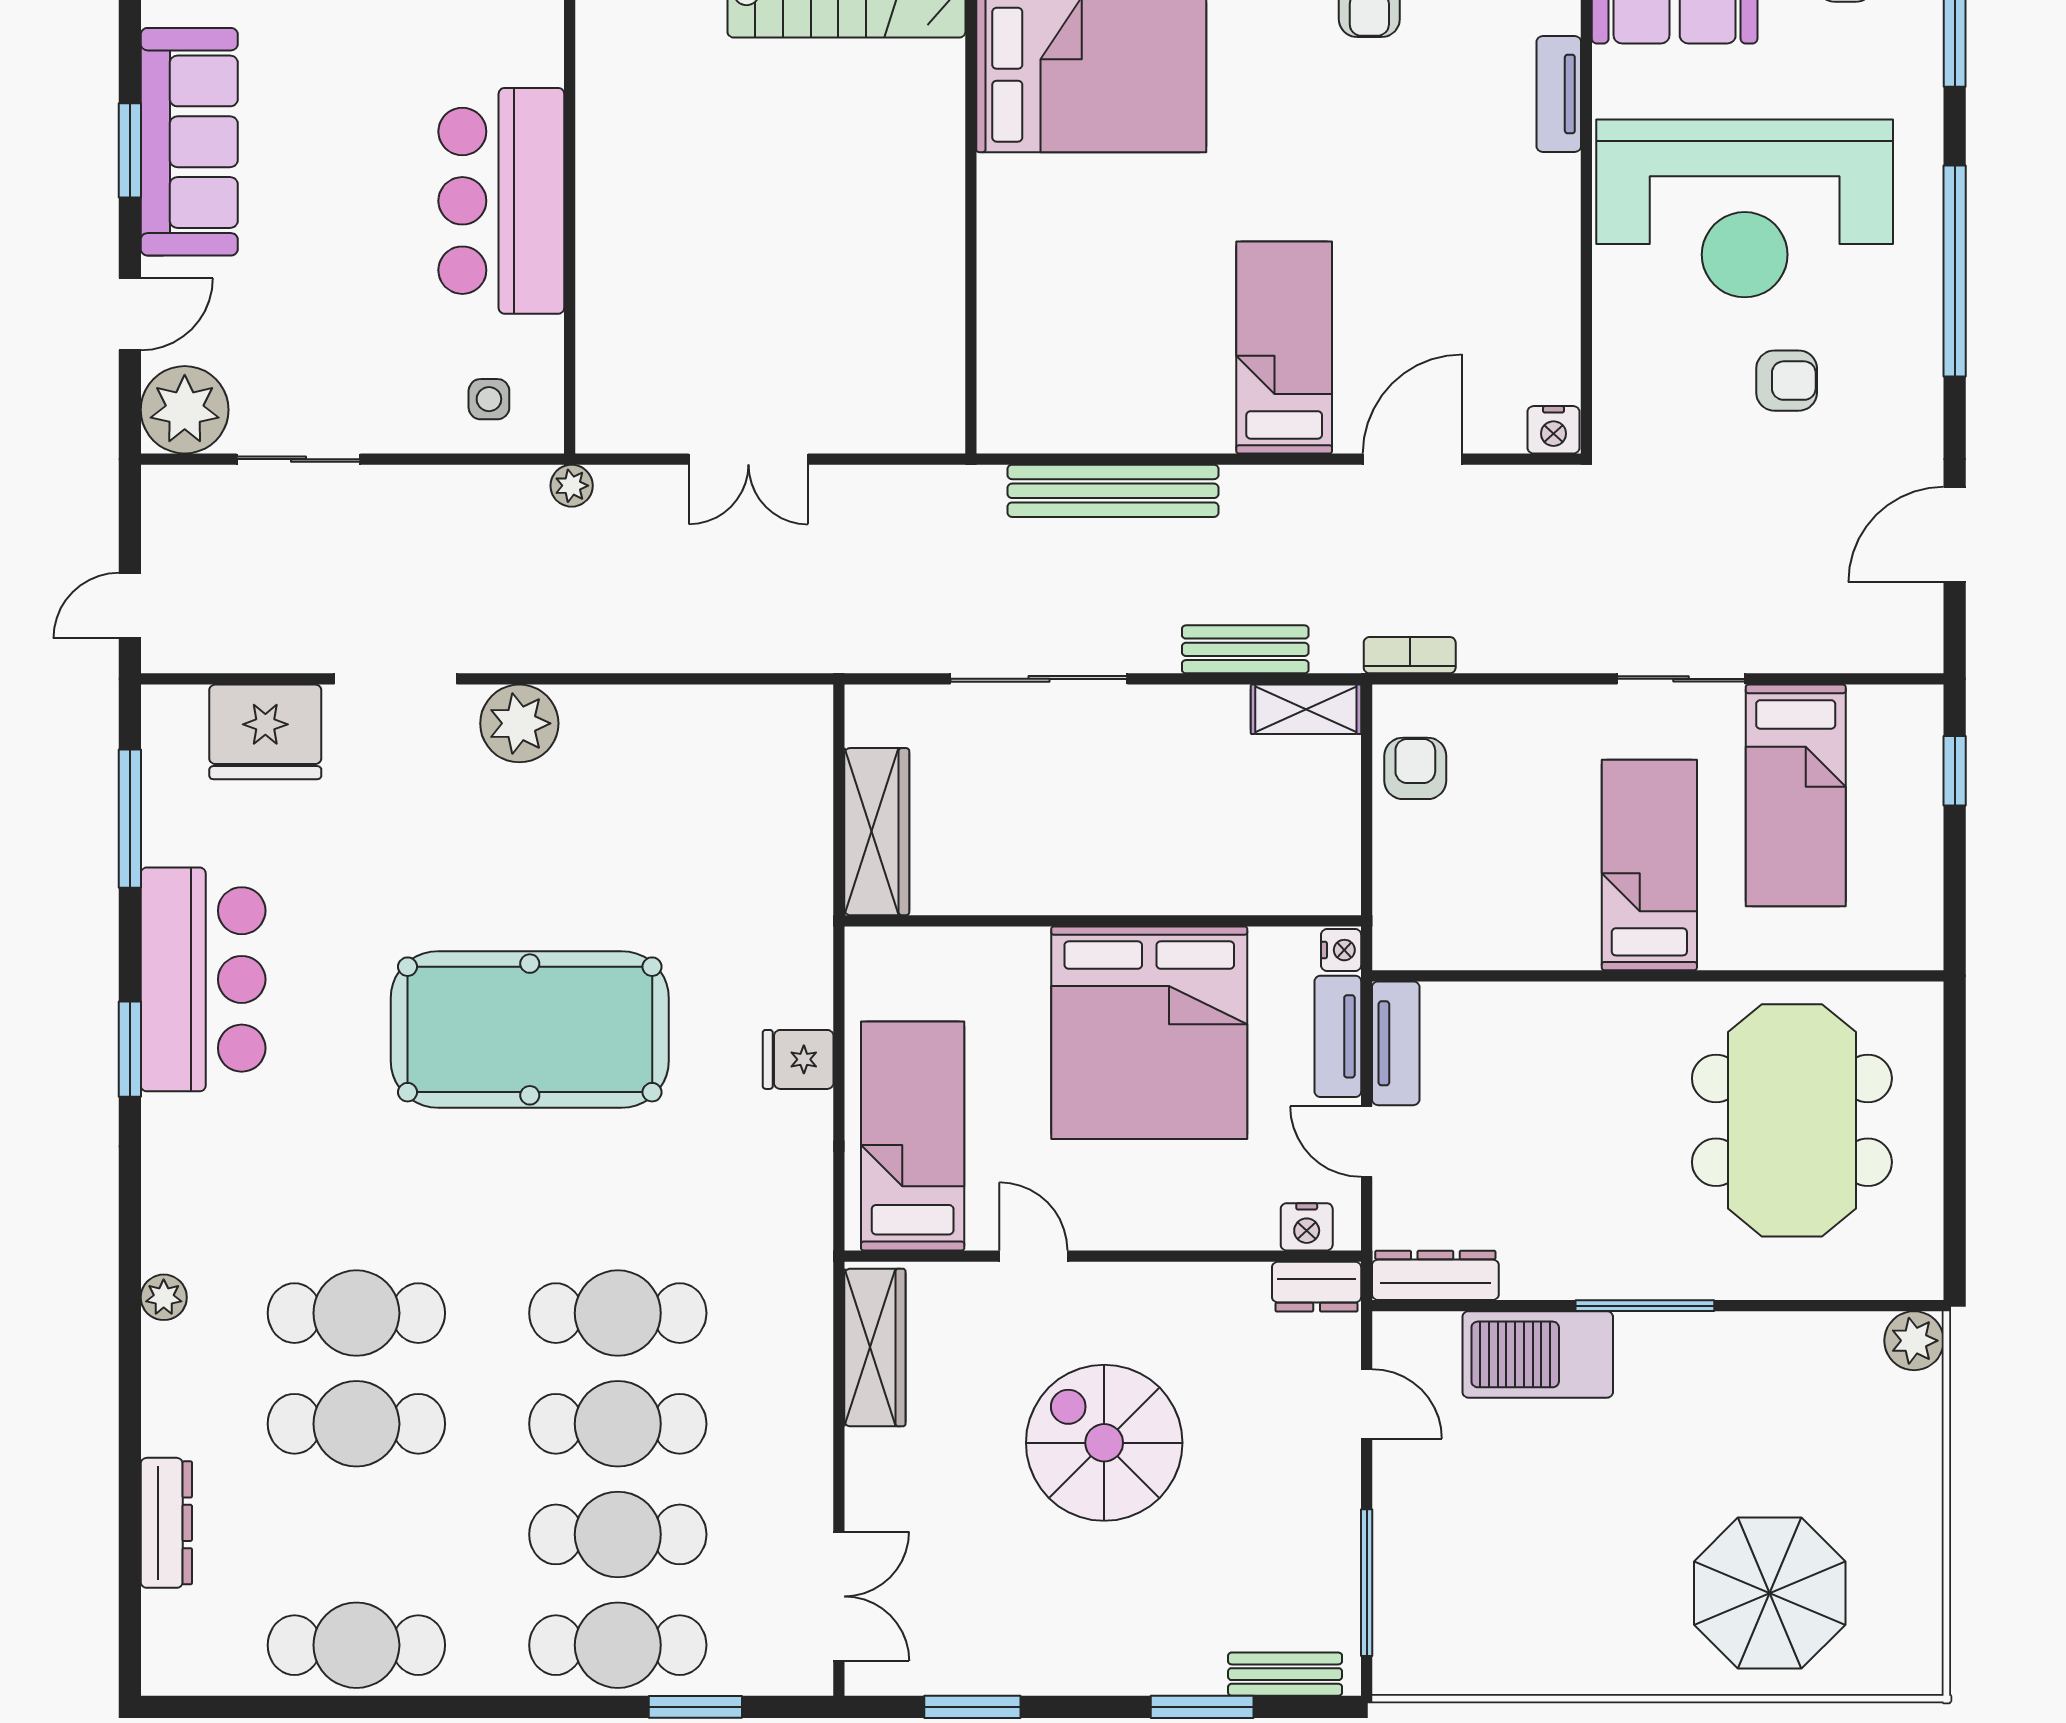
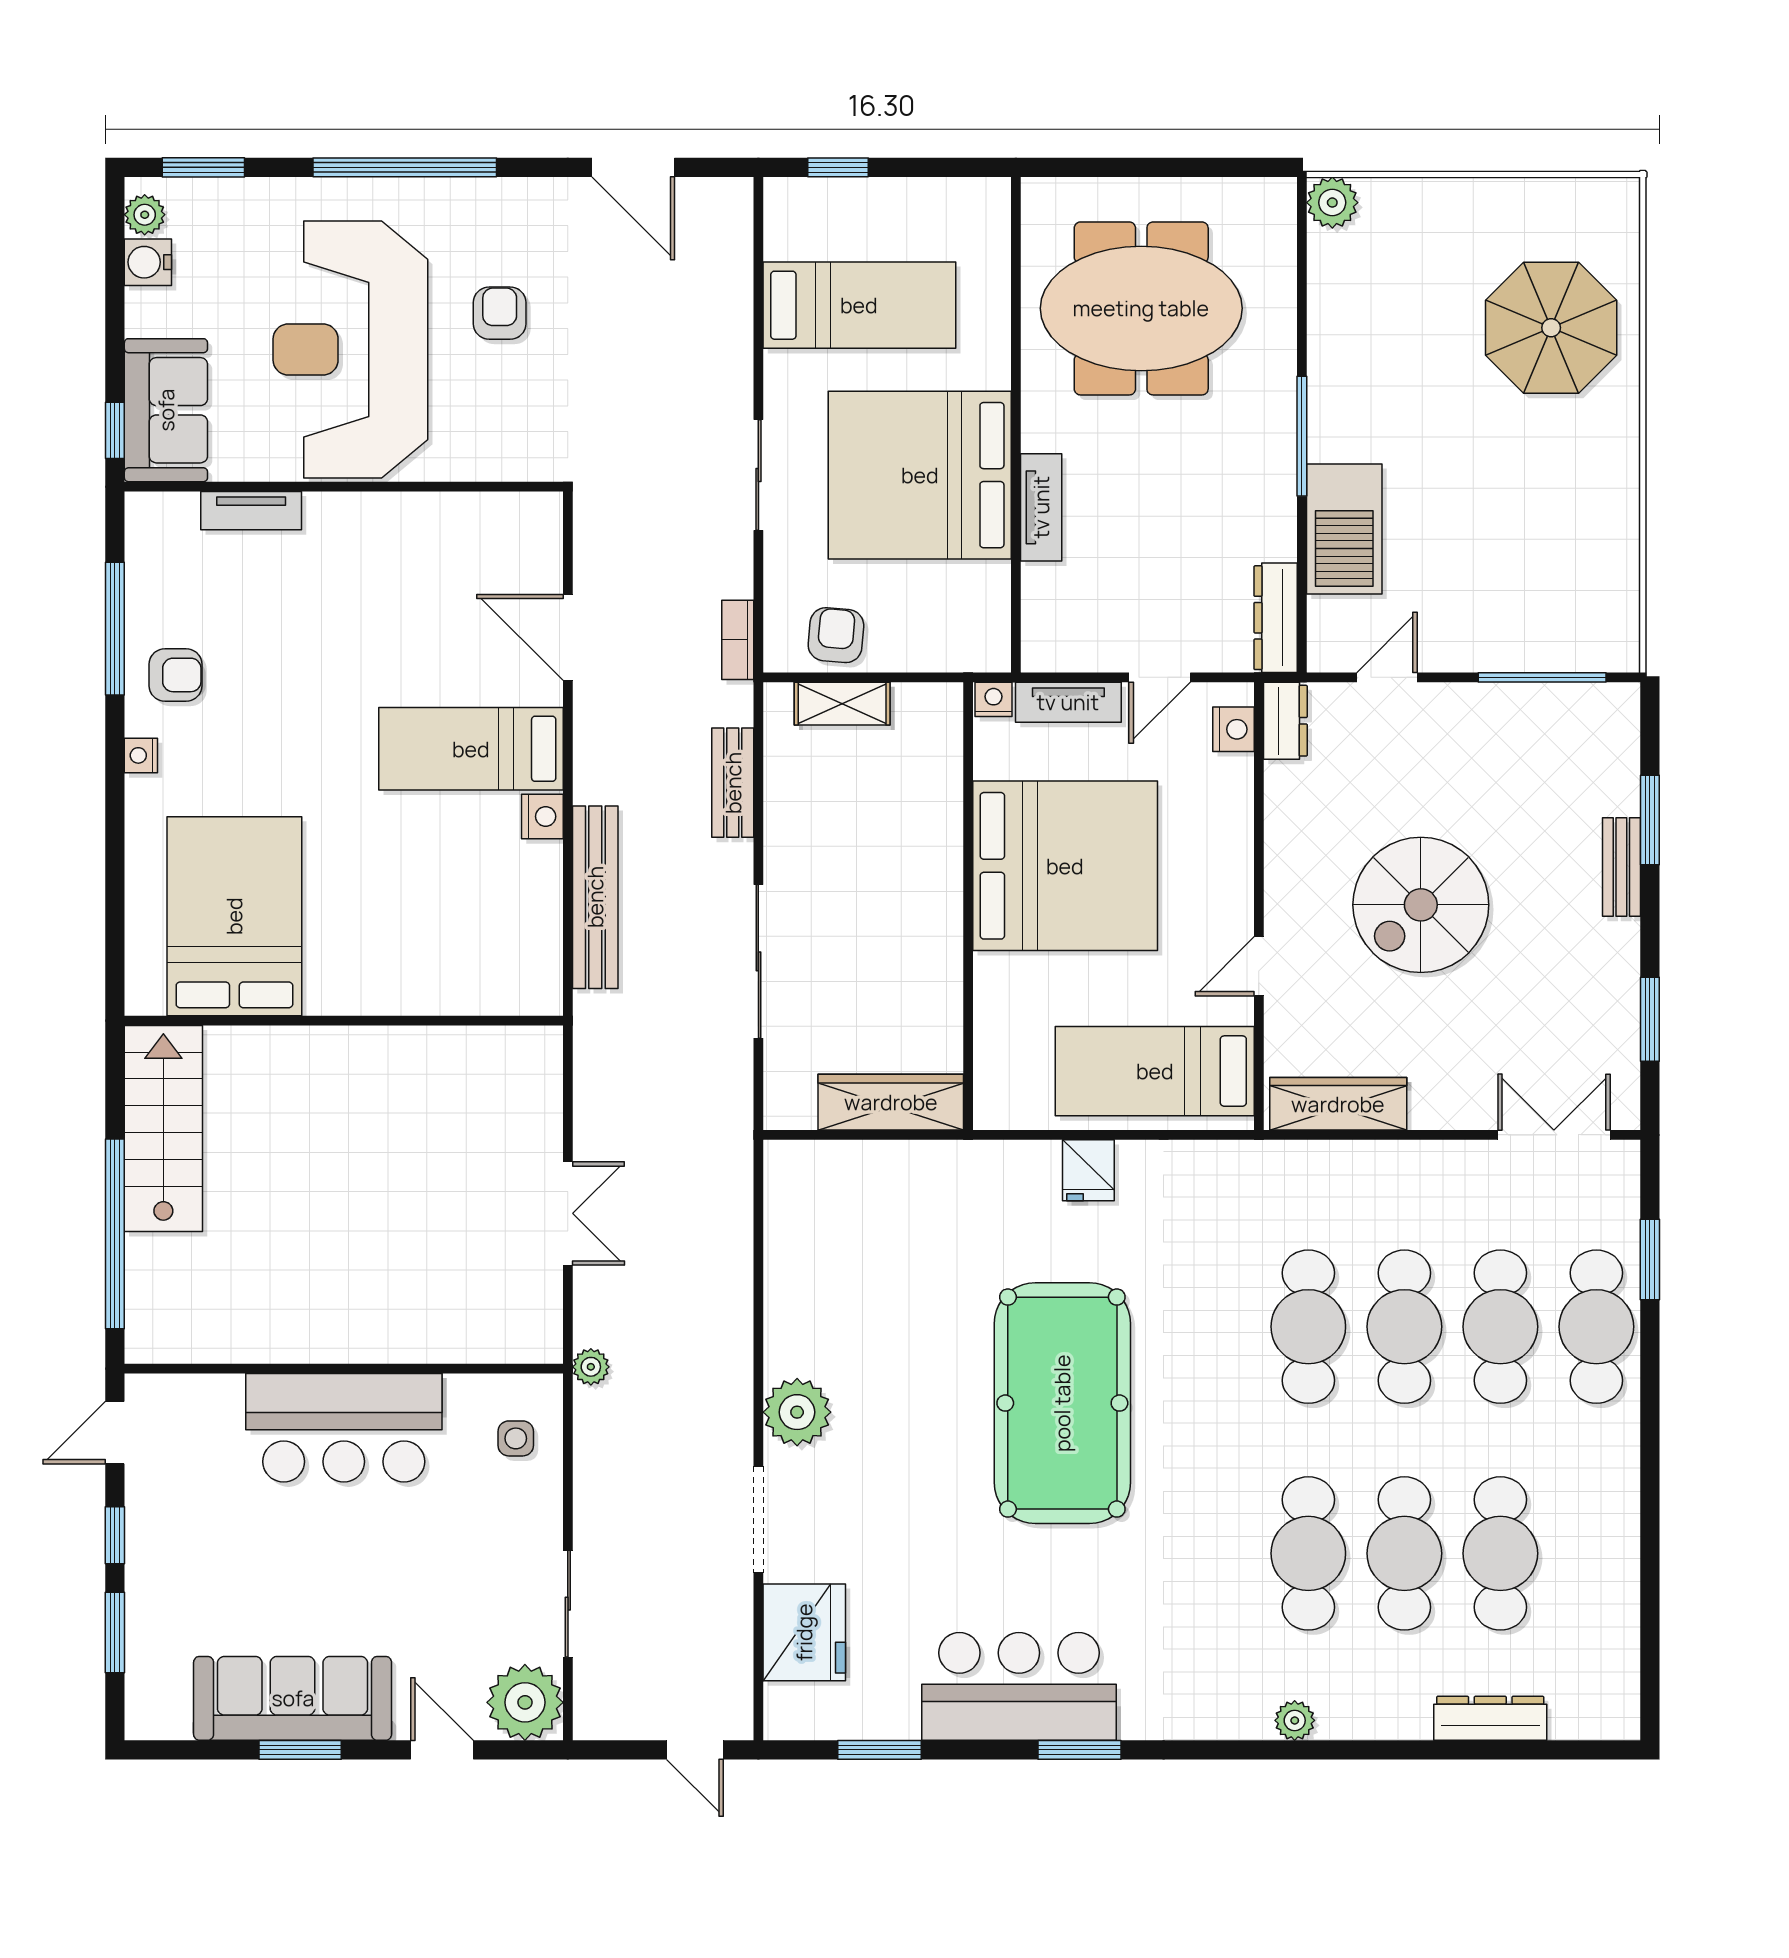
reception desk: (1745, 208) -> (350, 349), turned 180
nightstand: (1553, 430) -> (542, 816), moved
sliding door: (1681, 679) -> (758, 475), moved
shelving: (1306, 709) -> (842, 704), moved, turned 90
armchair: (1415, 768) -> (836, 635), turned 95
window: (130, 819) -> (880, 1750), width x0.69
bed: (1649, 865) -> (920, 475), width x2.04
tv unit: (1396, 1043) -> (1041, 507), moved, turned 90
cafe table: (356, 1645) -> (1500, 1553), moved
bench: (1285, 1674) -> (1621, 867), moved

